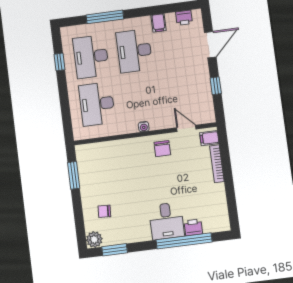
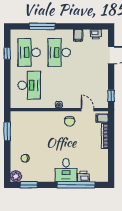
window: (216, 86) -> (111, 96), moved
desk: (97, 104) -> (29, 85), turned 180

